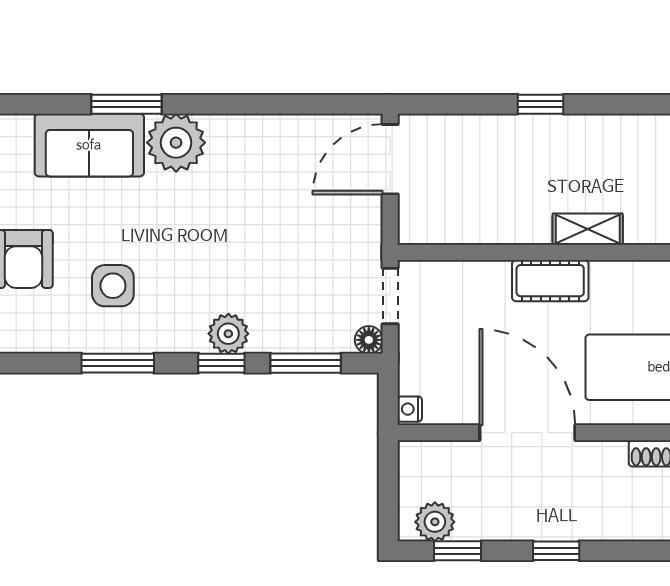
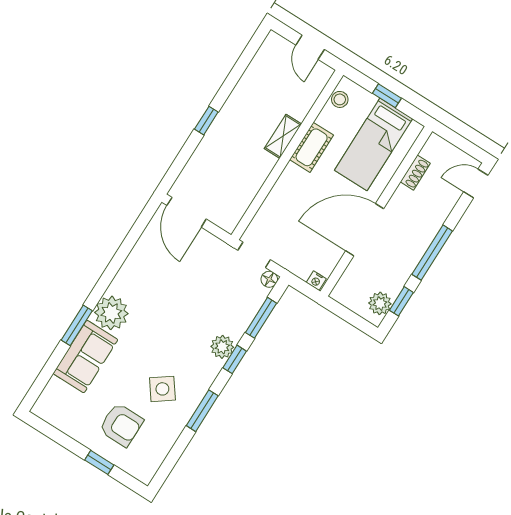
cot: (550, 281) -> (312, 147), moved
side table: (113, 286) -> (162, 389), turned -36
window: (556, 551) -> (432, 253), width x2.17

